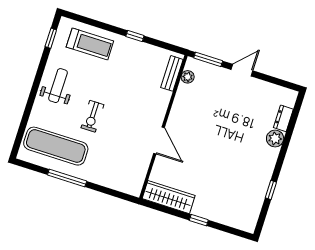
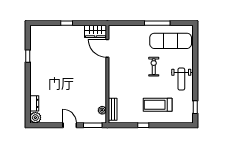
treadmill: (90, 44) -> (158, 105), moved
door: (242, 70) -> (70, 125), swing flipped
plant: (275, 139) -> (35, 118), moved
door: (159, 140) -> (107, 48), moved
wardrobe: (169, 197) -> (96, 31), width x0.67

